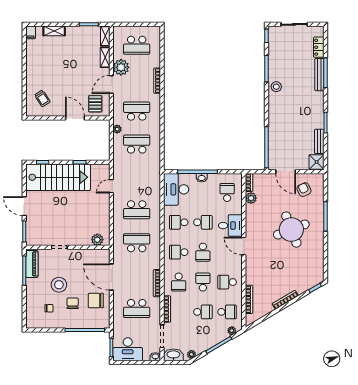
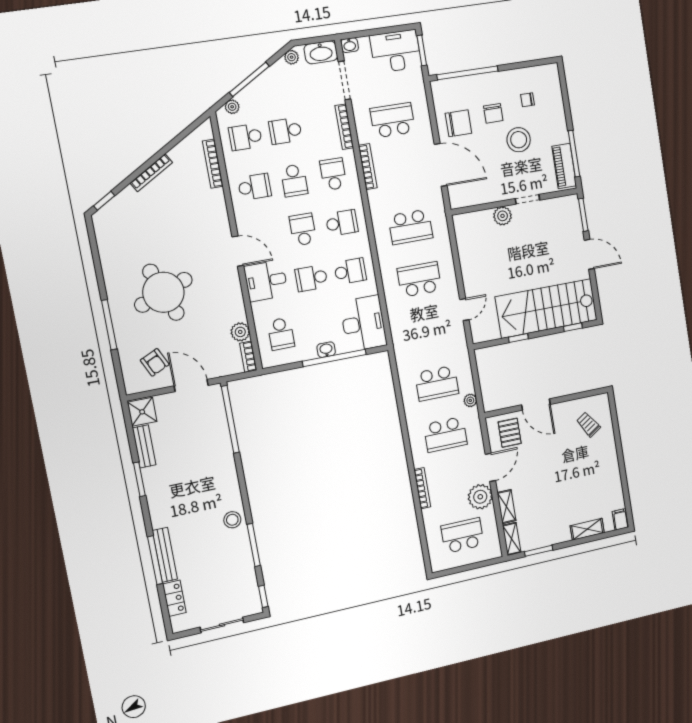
plant: (97, 240) -> (503, 216), moved

